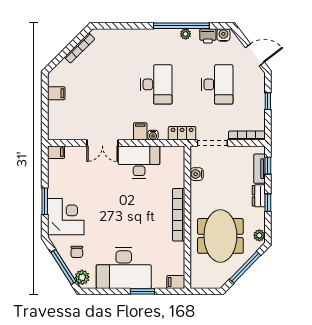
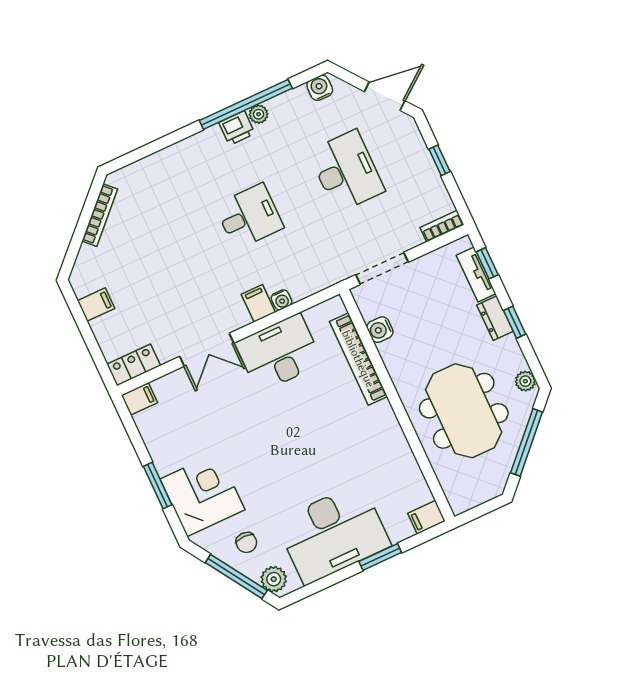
printer: (208, 36) -> (237, 128), moved
desk: (156, 84) -> (249, 216), width x0.73
locker: (182, 133) -> (134, 365), moved
bookcase: (247, 136) -> (442, 226), width x0.64
bookcase: (179, 215) -> (358, 359), moved

